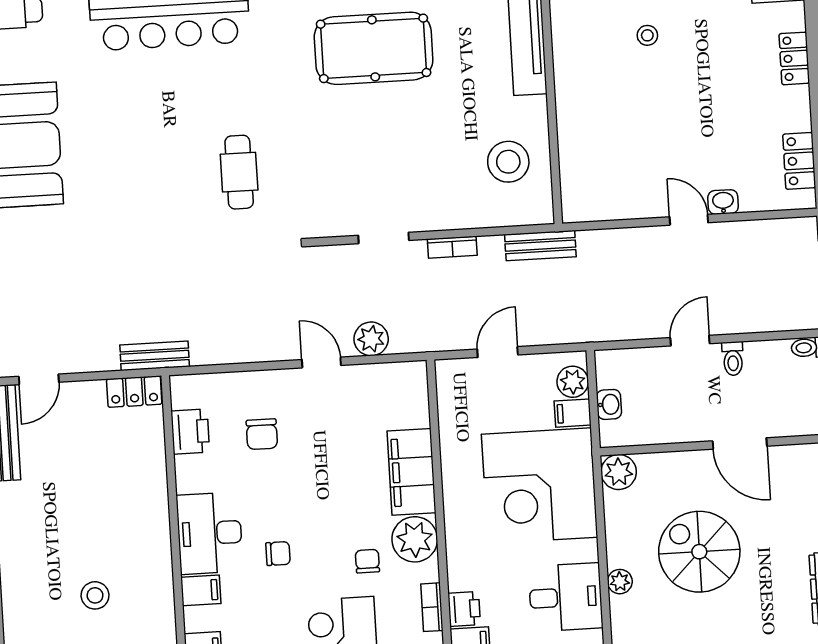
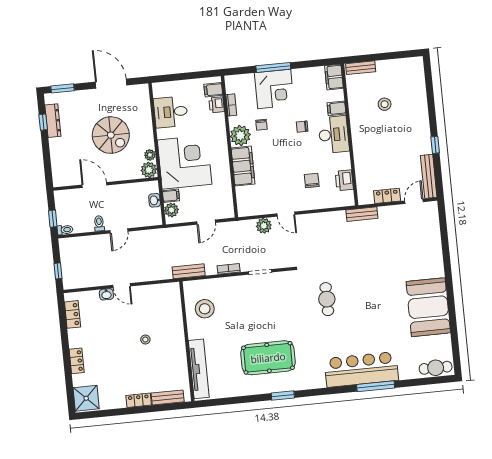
stool: (647, 35) -> (145, 340), moved
locker: (134, 392) -> (387, 196), moved
plant: (620, 582) -> (150, 155), moved

